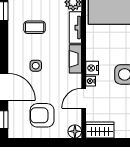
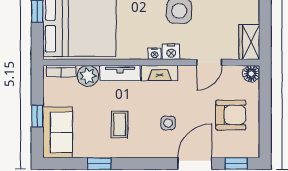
nightstand: (91, 81) -> (155, 54), moved
door: (84, 98) -> (209, 63), hinge flipped
armchair: (42, 115) -> (231, 115), turned -90

